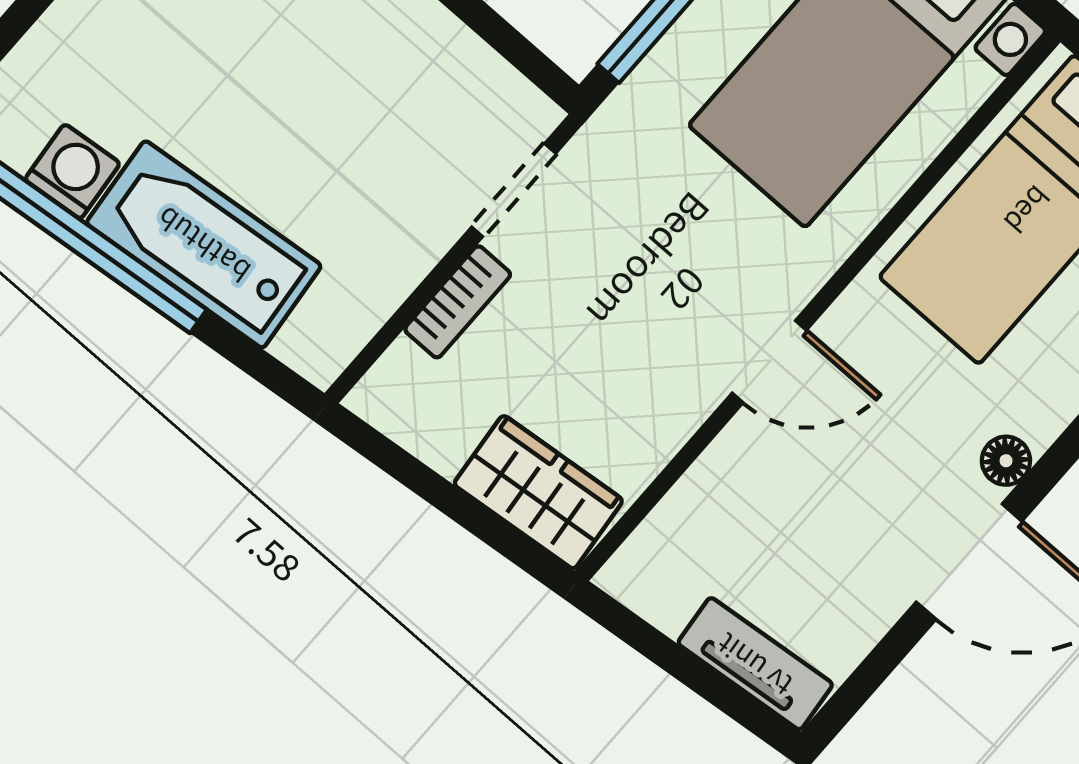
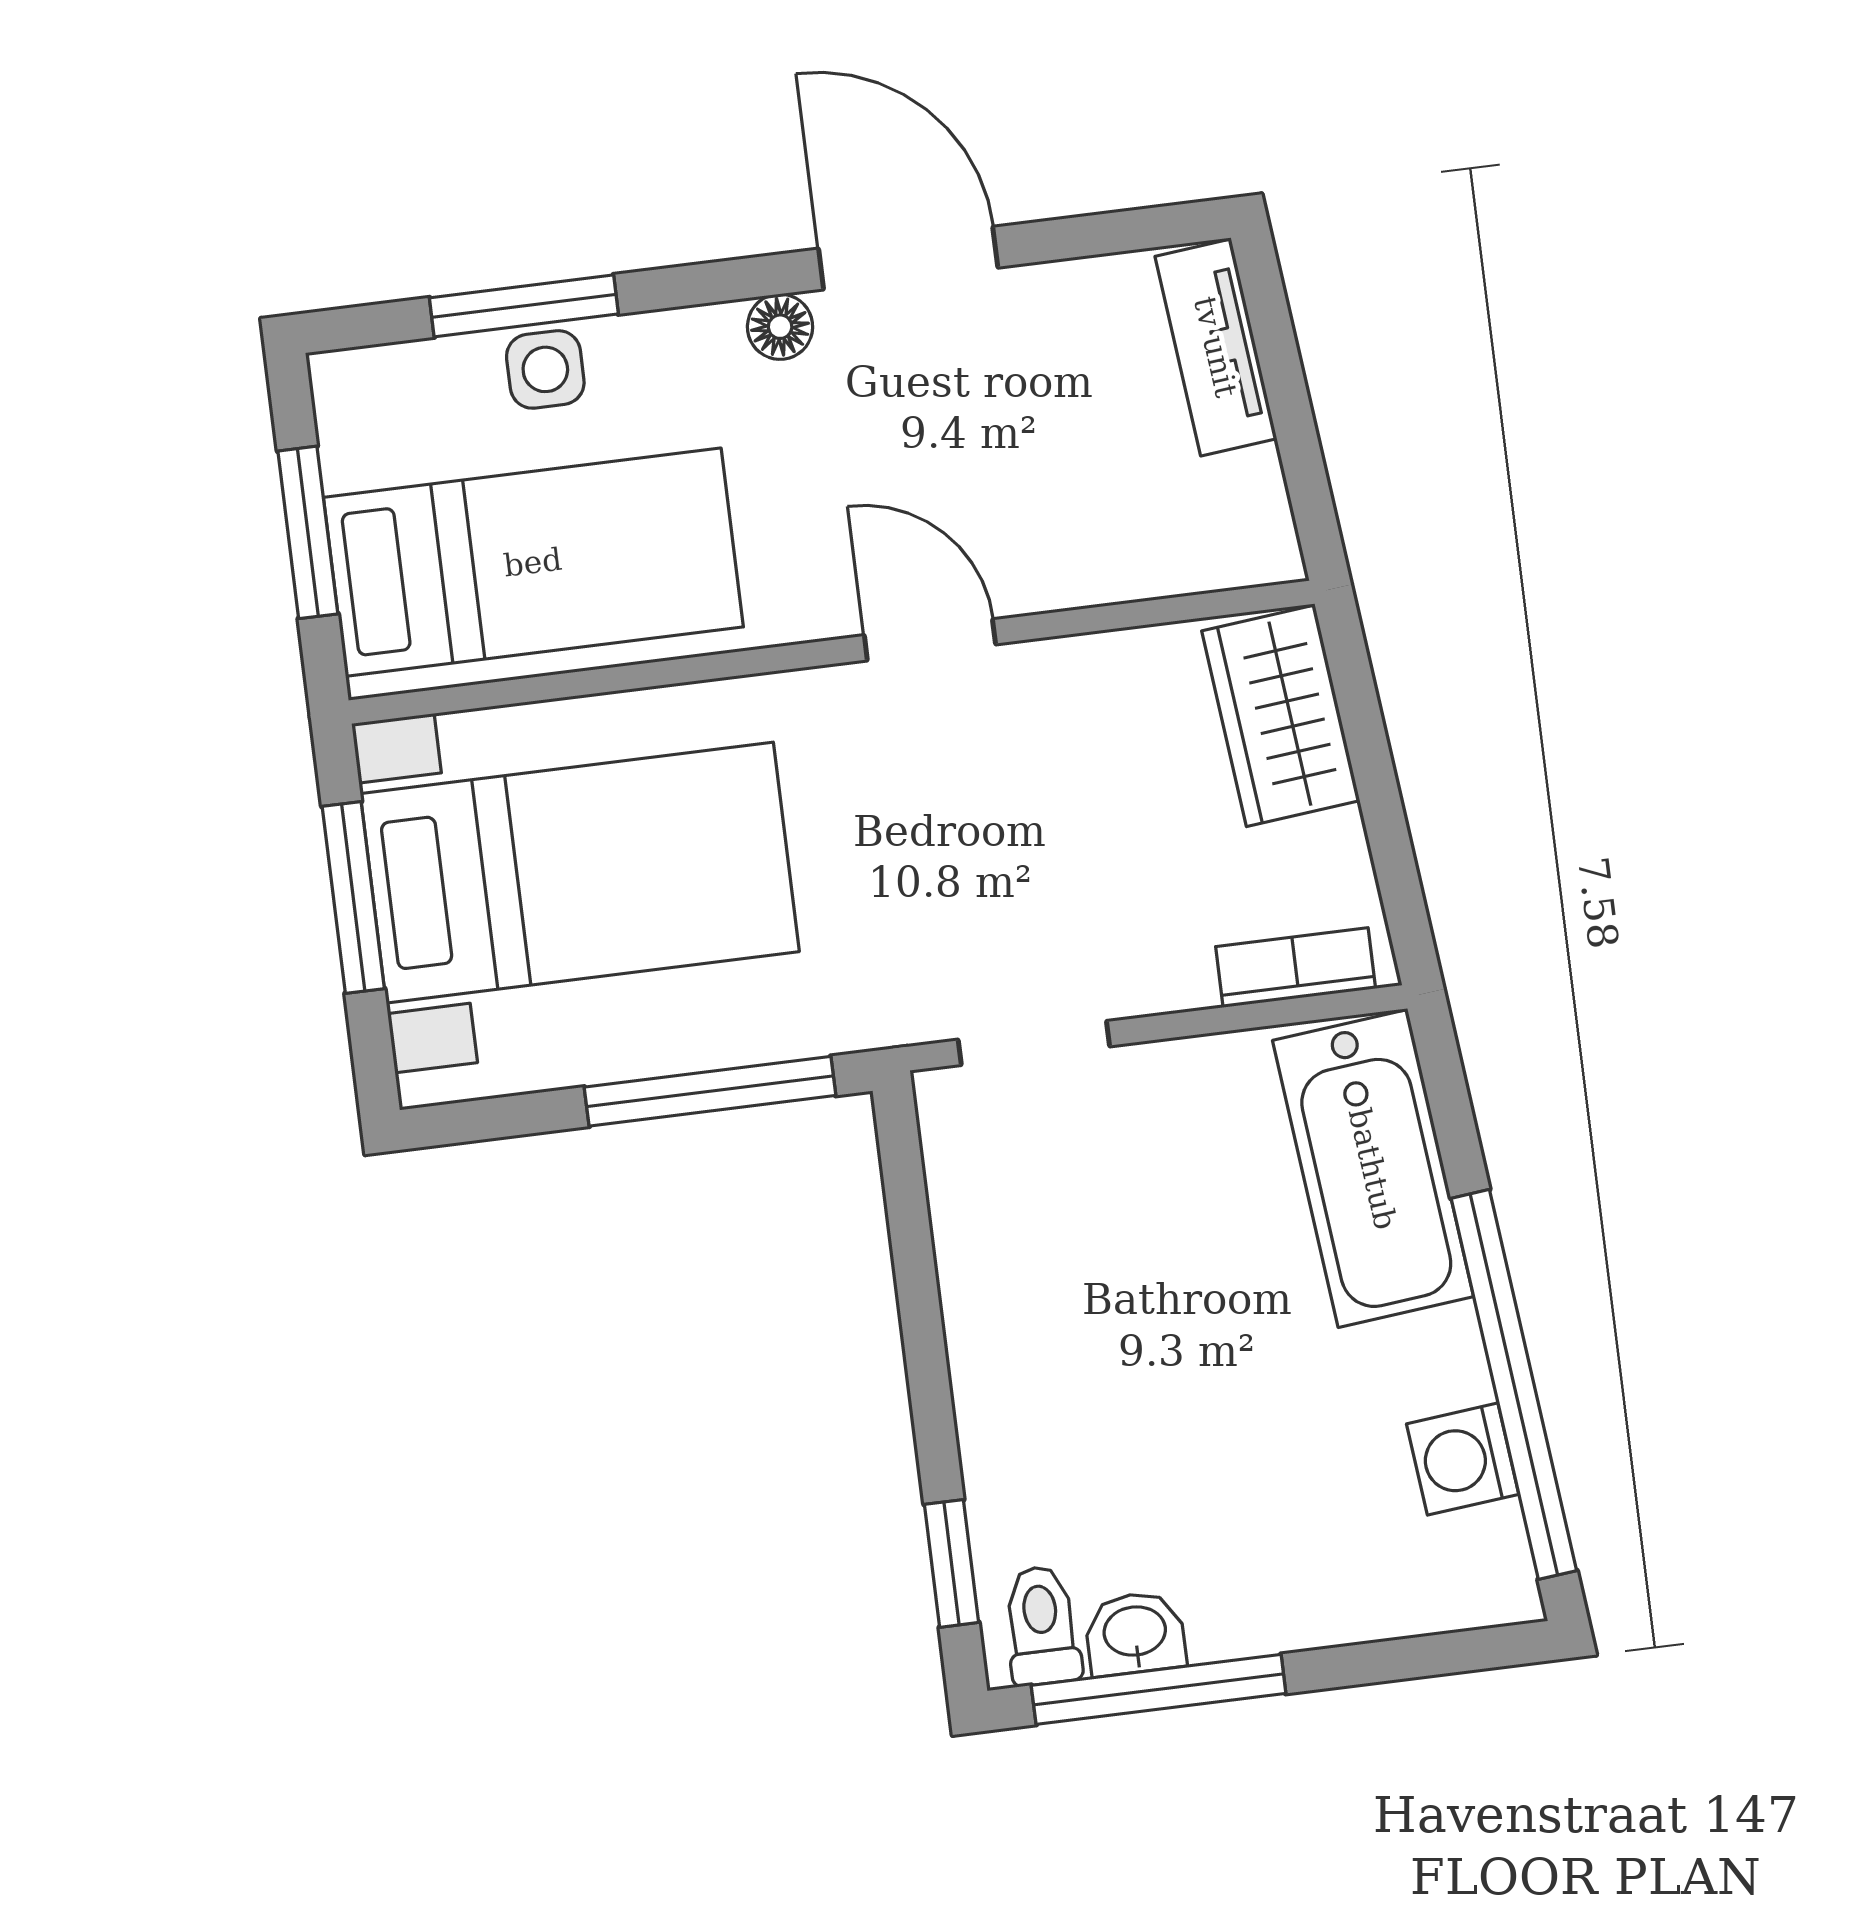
bathtub: (204, 244) -> (1373, 1169), moved
bookcase: (458, 302) -> (1296, 968), moved

